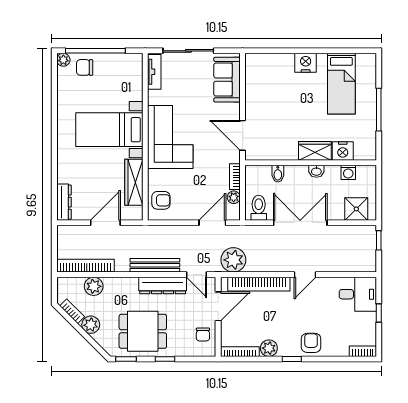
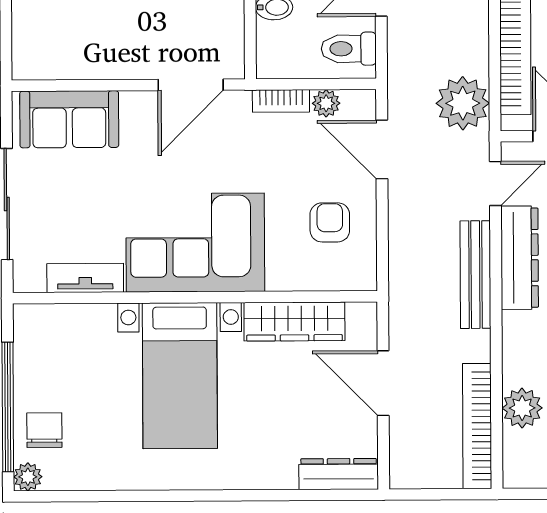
chair: (85, 67) -> (44, 430), turned 180
tv unit: (154, 72) -> (85, 278), moved
armchair: (161, 200) -> (330, 222), moved

